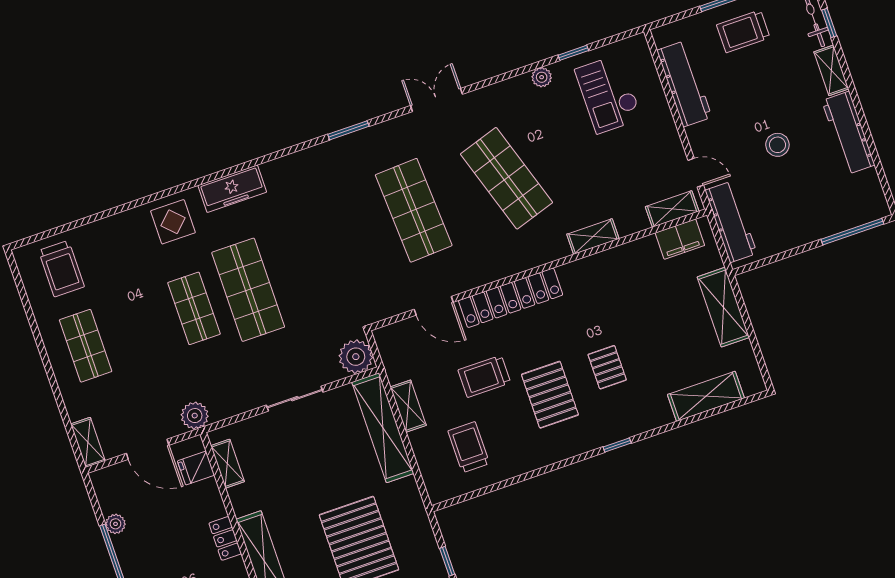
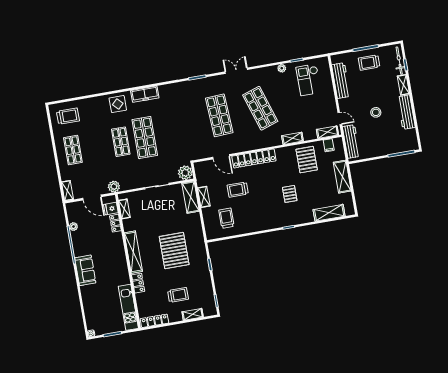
filing cabinet: (680, 239) -> (329, 145), width x0.50
trolley: (61, 269) -> (68, 116), turned -90
pallet: (550, 395) -> (307, 160), moved
shelving: (383, 428) -> (191, 197), width x0.68
locker: (225, 538) -> (115, 223), moved

